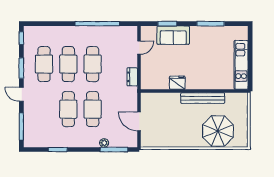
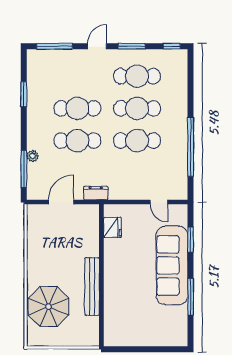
sofa: (173, 35) -> (172, 265), width x1.85, depth x1.27
kitchen unit: (241, 65) -> (136, 337), removed
dresser: (132, 77) -> (96, 193), moved
fridge: (177, 83) -> (112, 227), moved

